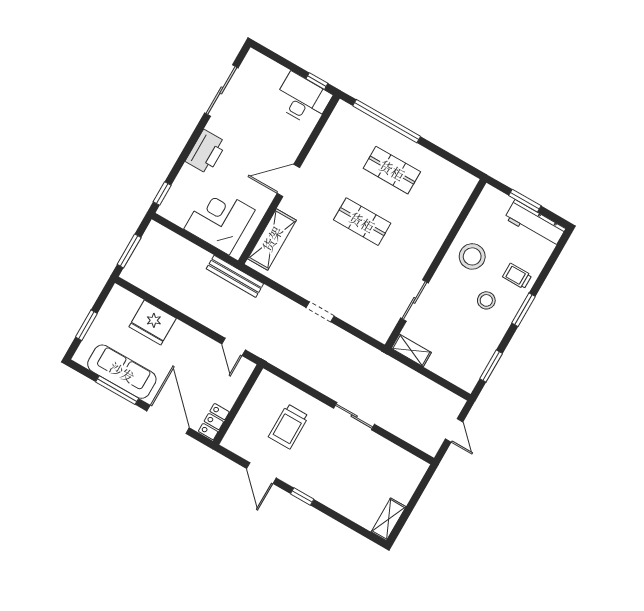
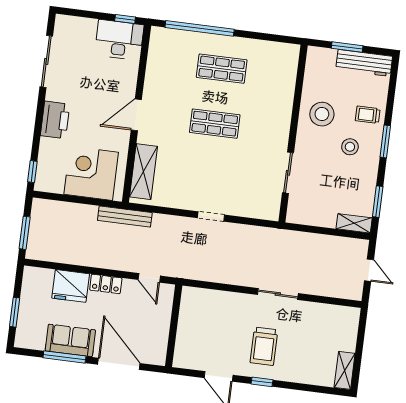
shelving: (411, 350) -> (354, 223), moved
sofa: (122, 372) -> (70, 340), width x0.73
locker: (214, 422) -> (106, 284), moved, turned -90
trolley: (289, 426) -> (264, 346), moved

